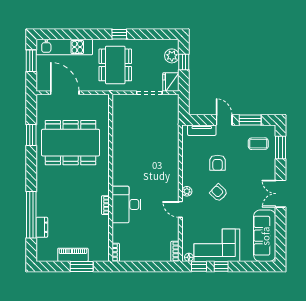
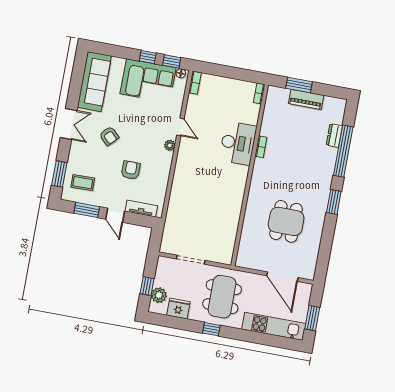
fridge: (171, 82) -> (178, 309), moved, turned -90
window: (31, 135) -> (334, 202), moved
dining table: (71, 143) -> (286, 221), width x0.53, depth x0.80
armchair: (219, 193) -> (109, 136), moved

